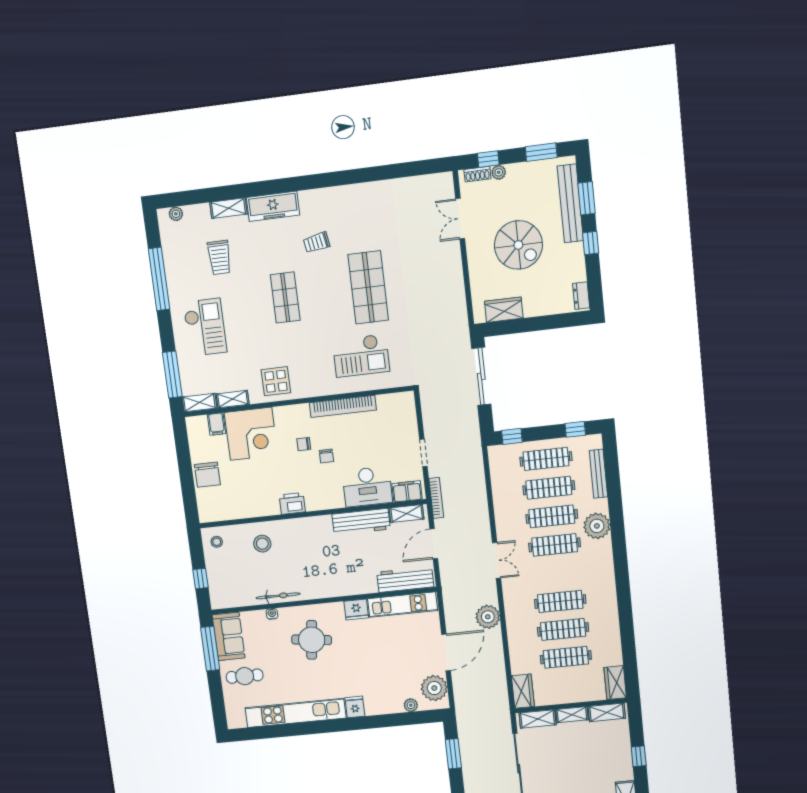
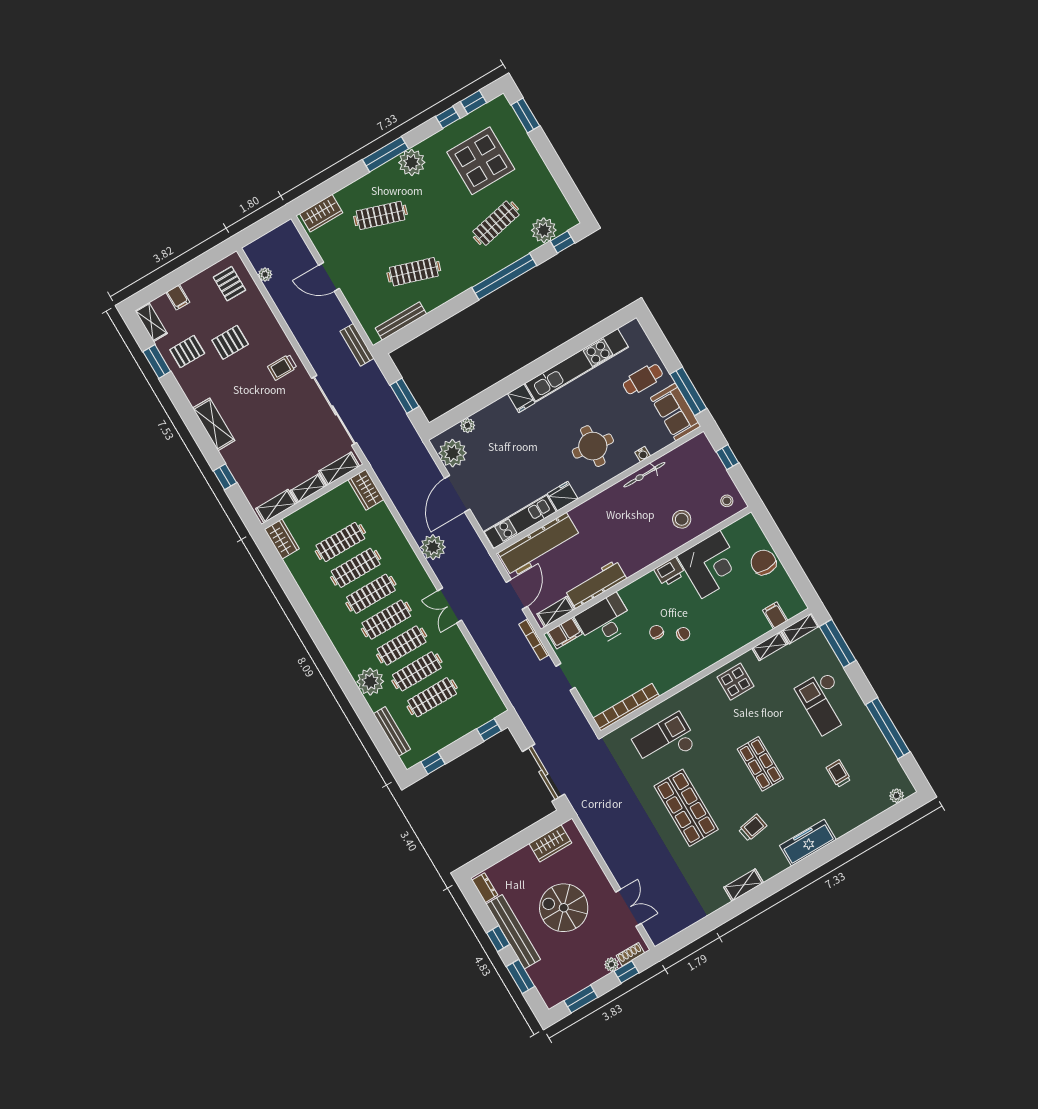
bench: (570, 203) -> (513, 932), moved
shelving: (228, 208) -> (744, 885), moved
trolley: (219, 257) -> (838, 774), width x0.73, depth x0.72
bookcase: (343, 406) -> (626, 707), moved
corner desk: (251, 434) -> (711, 564), moved, turned 180
clothes rail: (546, 459) -> (386, 620), moved
workbench: (405, 579) -> (539, 545), width x1.36, depth x1.32

